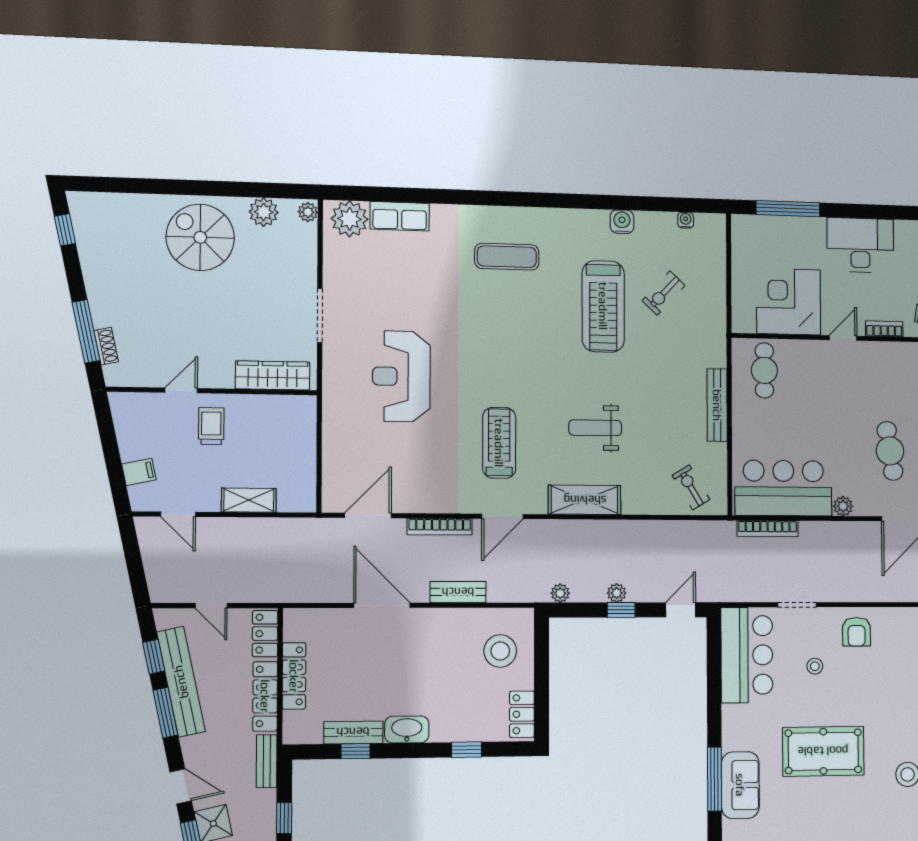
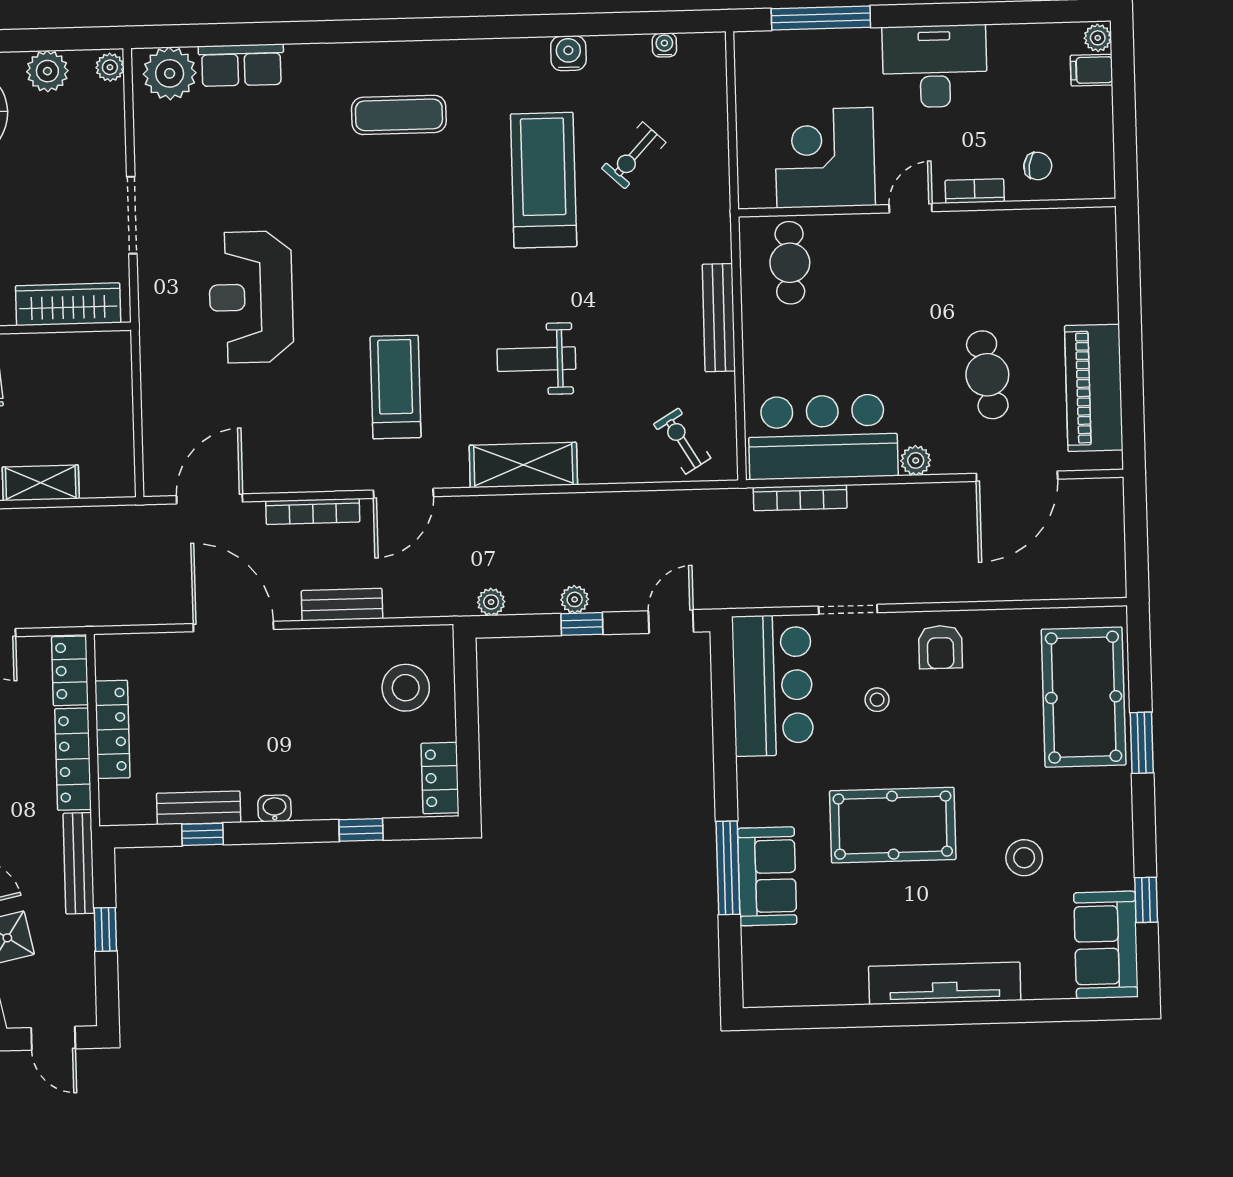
treadmill: (603, 306) -> (544, 180), turned 180
washbasin: (407, 729) -> (275, 808), width x0.52, depth x0.69
bench: (267, 761) -> (79, 863), width x1.36

